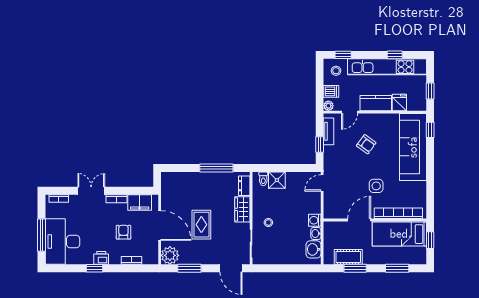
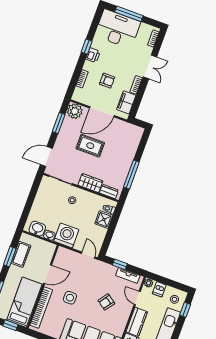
washing machine: (315, 220) -> (66, 235), width x1.89, depth x1.89
door: (359, 220) -> (47, 274), hinge flipped

